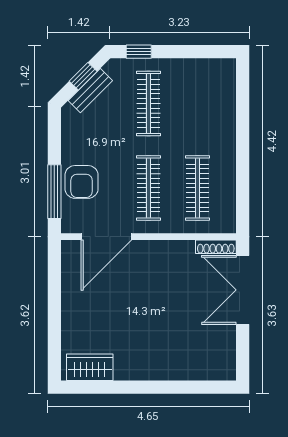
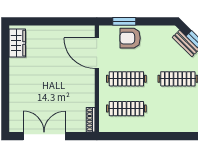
window: (54, 192) -> (124, 21), width x0.69
double door: (243, 290) -> (44, 136), moved

